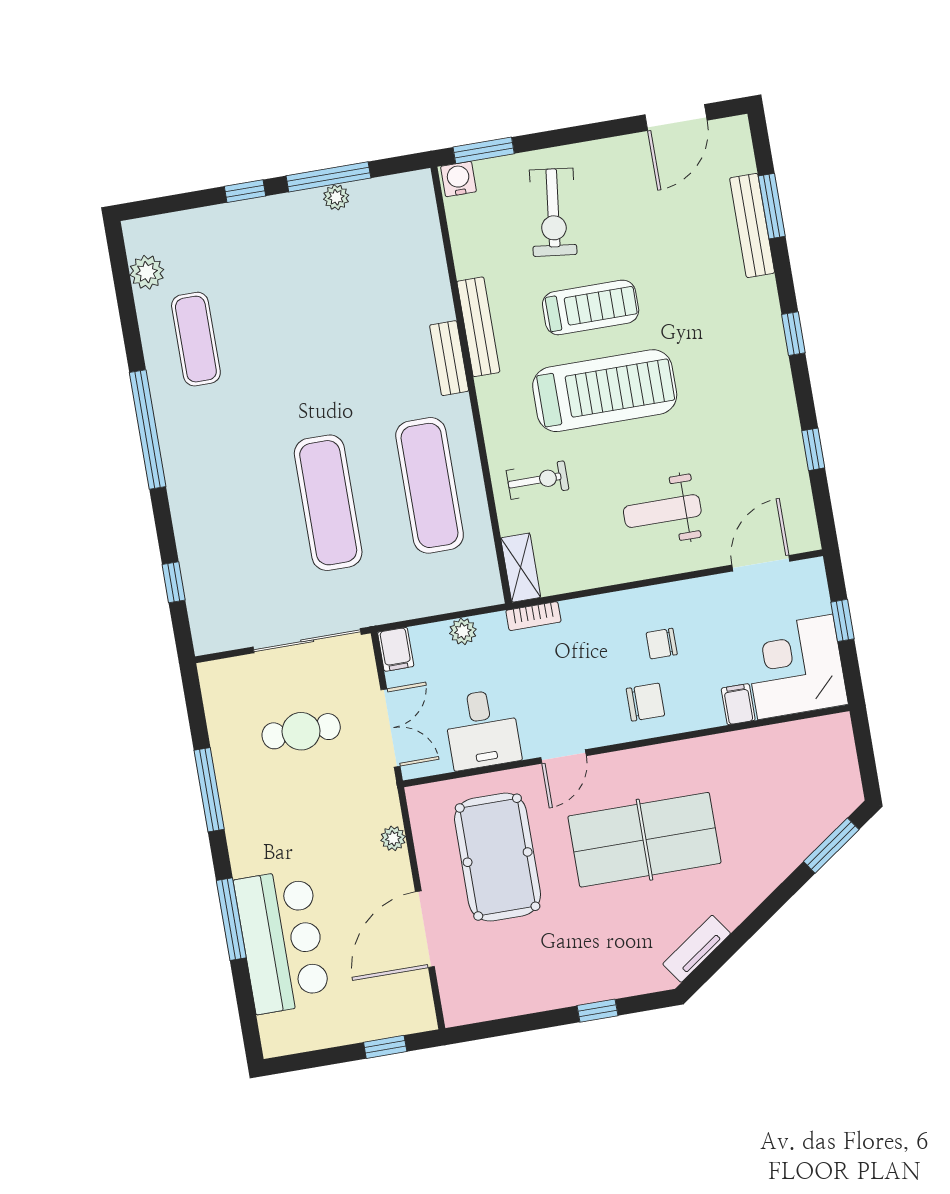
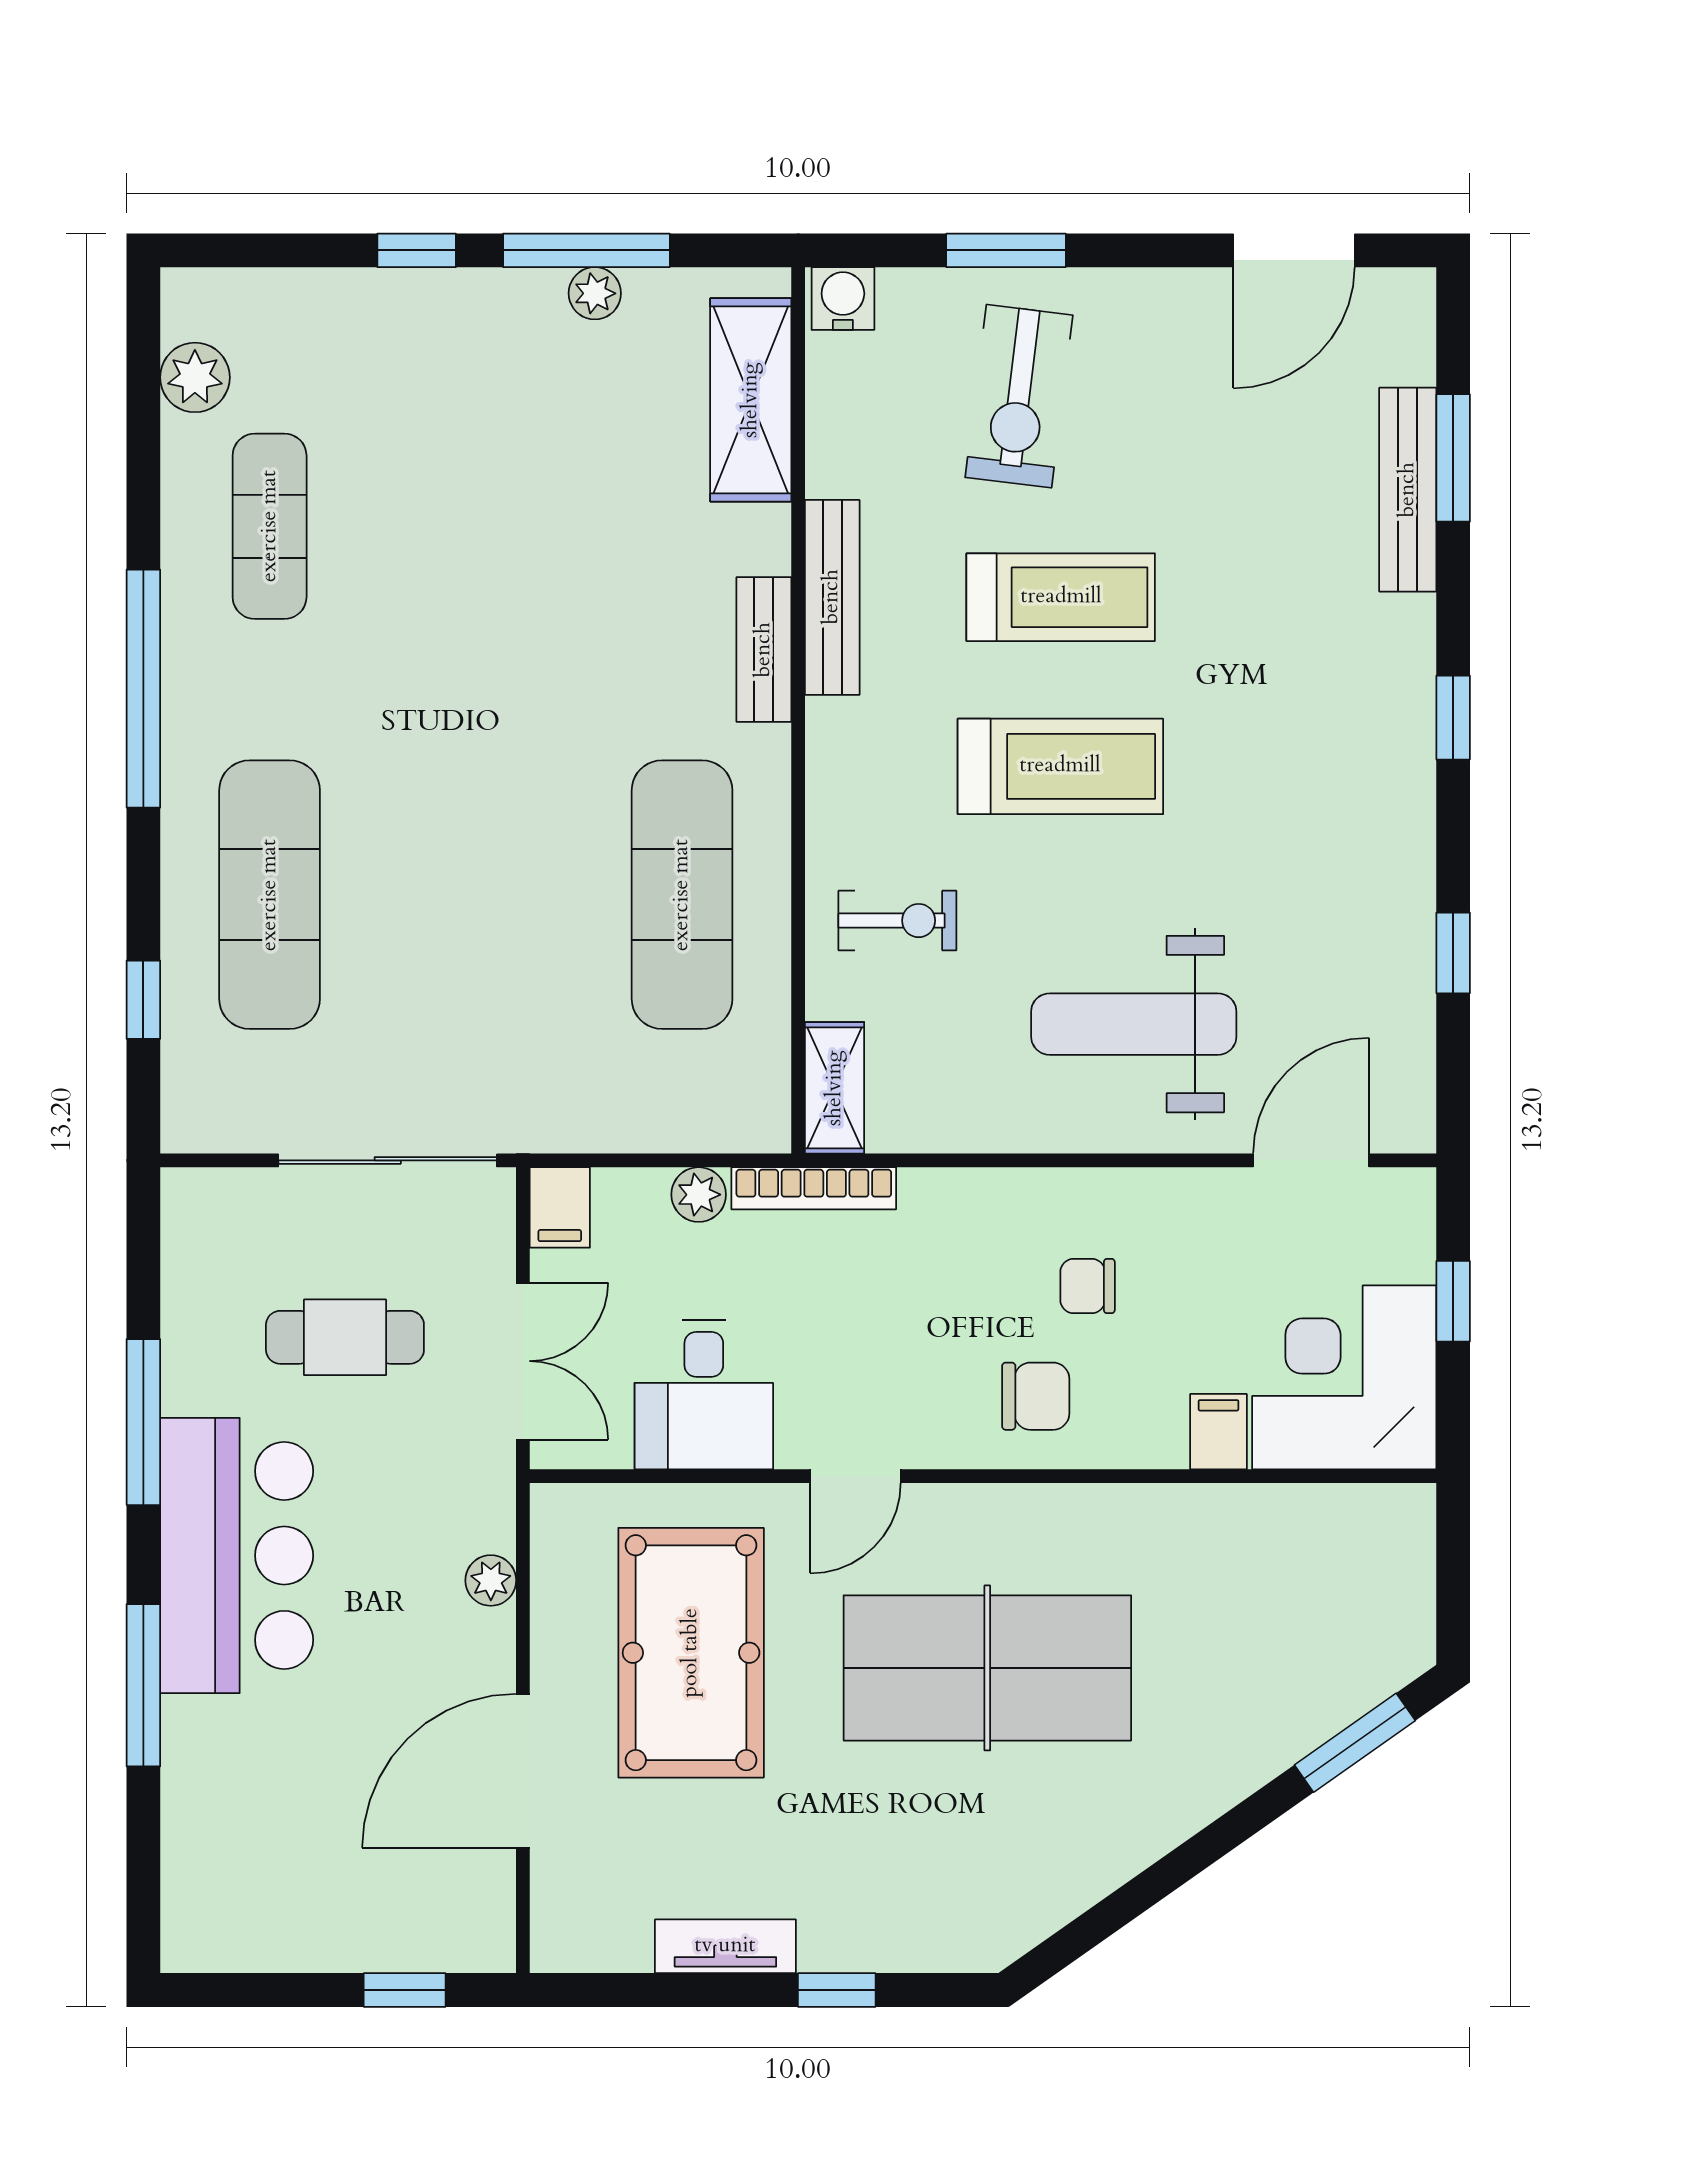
window: (484, 150) -> (1006, 250), moved
shelving: (422, 237) -> (751, 400), added
treadmill: (605, 391) -> (1060, 766), width x0.73, depth x0.73
exercise mat: (328, 503) -> (270, 895), moved
weight bench: (662, 511) -> (1134, 1024), width x1.36, depth x1.33
bookcase: (533, 616) -> (814, 1188), width x1.56
bar counter: (282, 941) -> (237, 1555), moved
tv unit: (697, 949) -> (725, 1946), moved, turned 35

